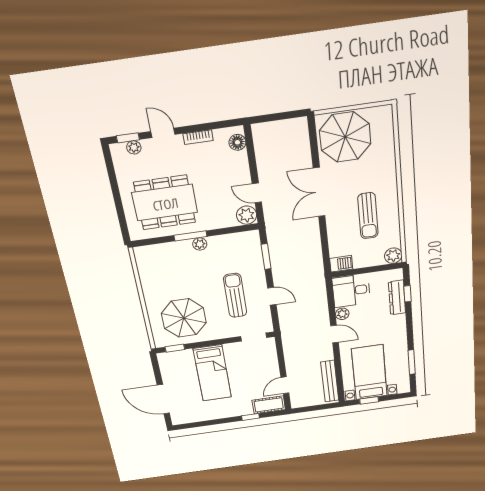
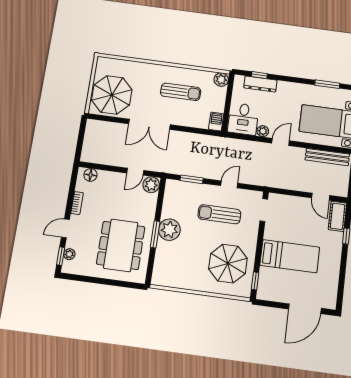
plant: (200, 244) -> (169, 230), width x1.88, depth x1.88

